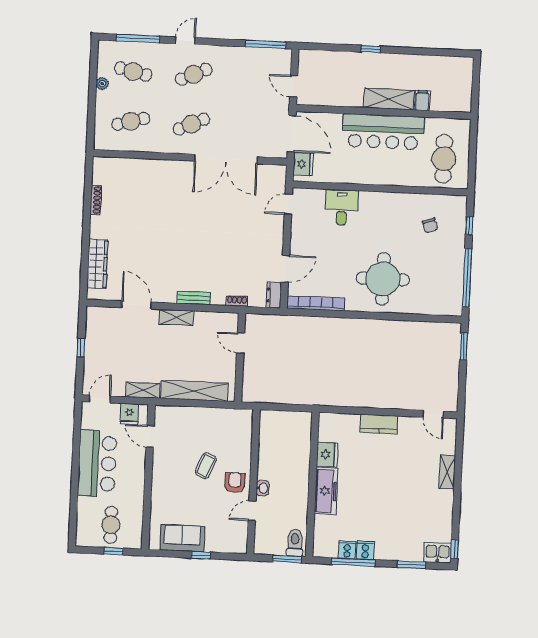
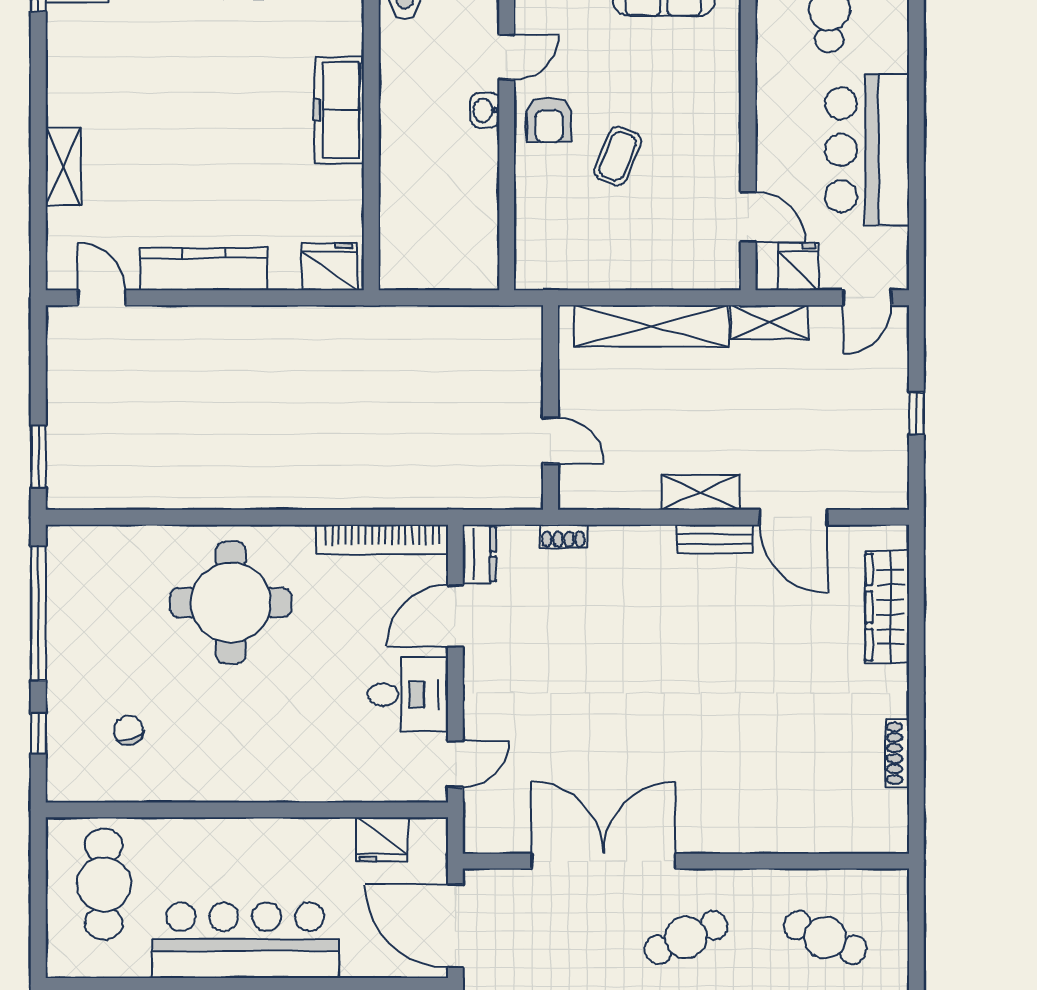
cafe table: (131, 121) -> (825, 937), turned 39
fridge: (303, 164) -> (382, 840), moved, turned -90
desk: (342, 207) -> (408, 695), moved, turned -90
bench: (194, 298) -> (714, 539), moved
kitchen counter: (379, 424) -> (204, 269), width x1.50
fridge: (327, 454) -> (329, 267), moved, turned 90

